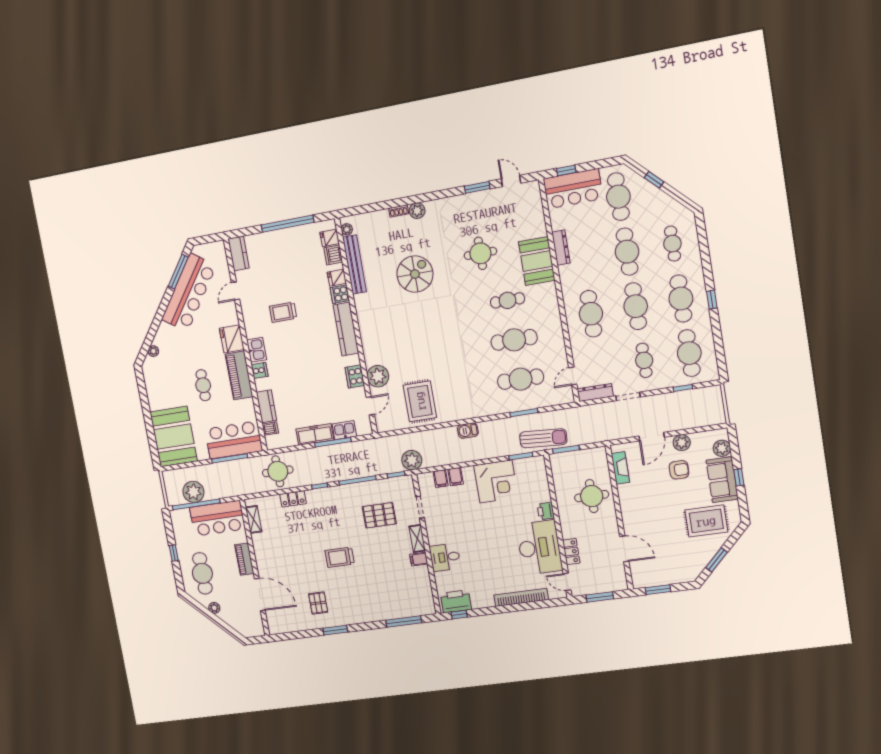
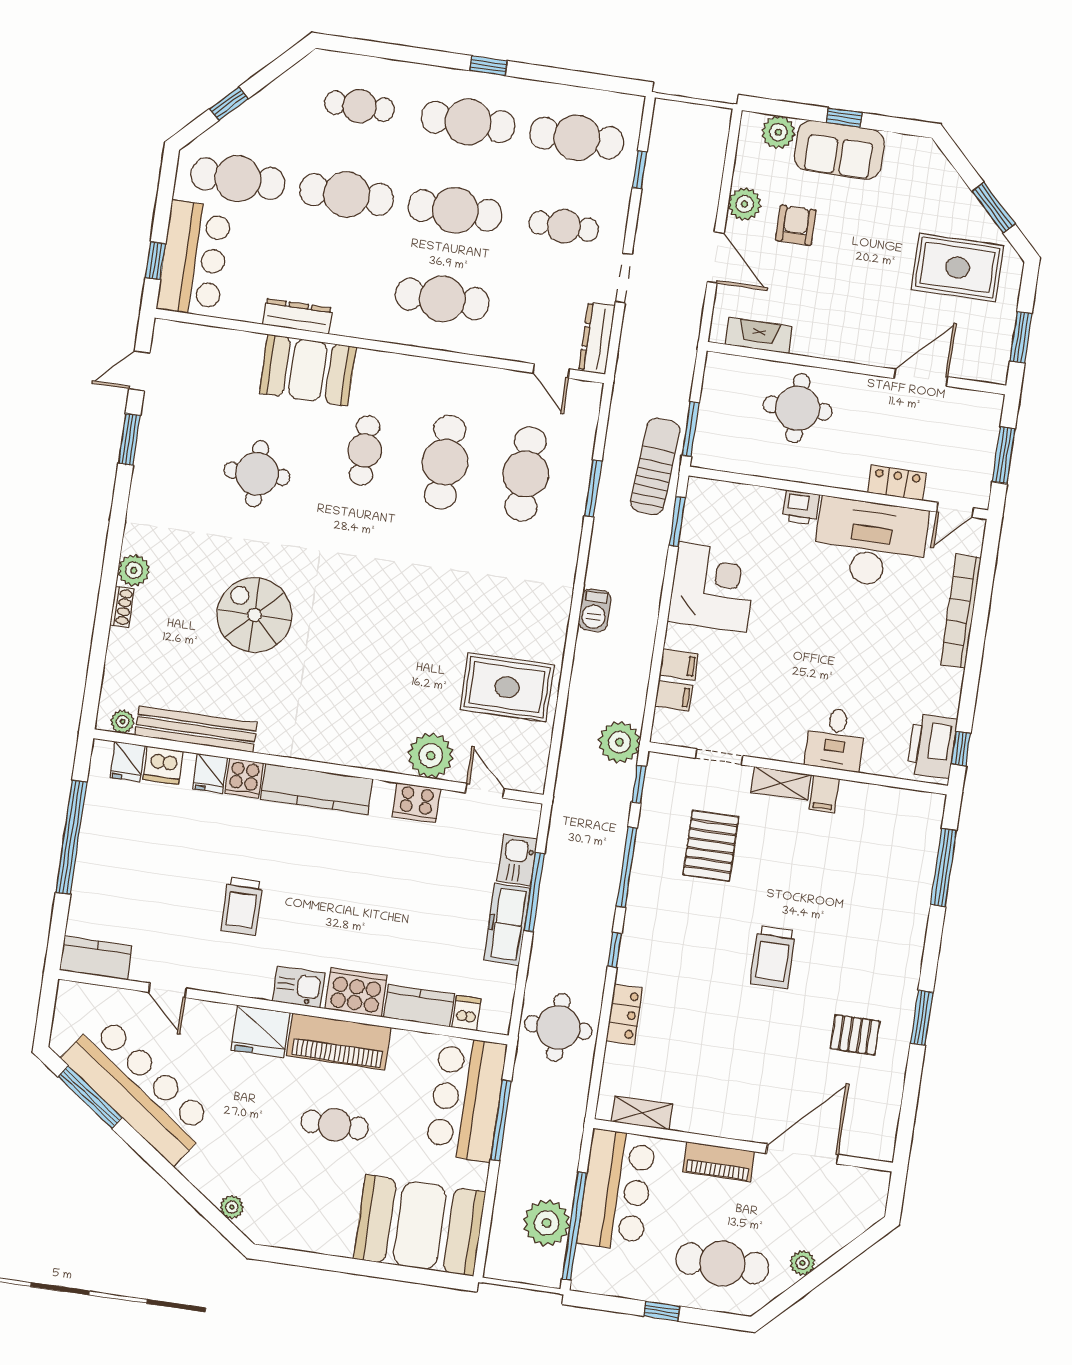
cooker: (260, 370) -> (356, 992), width x1.87, depth x1.31
rug: (706, 521) -> (958, 268), moved, turned 90

